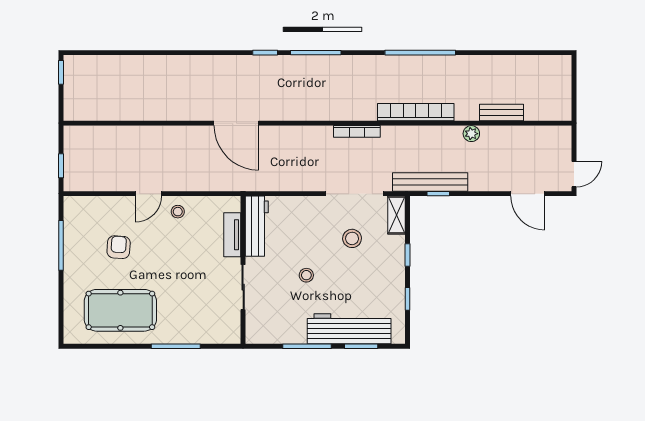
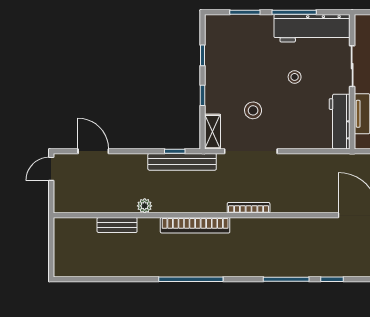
workbench: (349, 329) -> (312, 28), moved

